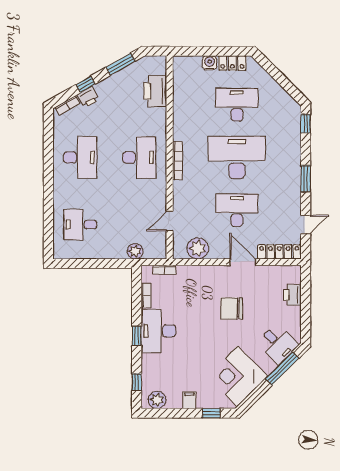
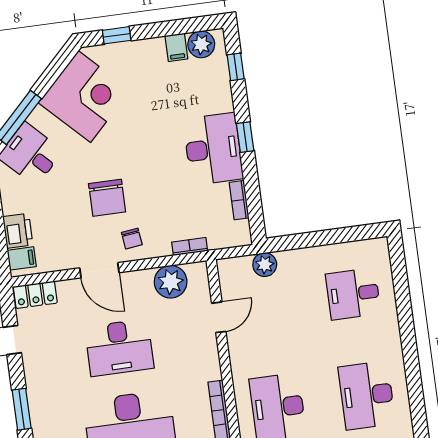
desk: (80, 225) -> (353, 294), turned 180
locker: (279, 252) -> (35, 295), width x0.66
bookcase: (165, 270) -> (190, 247), moved
filing cabinet: (292, 277) -> (22, 258), added
chair: (219, 280) -> (132, 239), added
chair: (232, 309) -> (107, 198), turned 90
filing cabinet: (189, 400) -> (176, 47), moved

